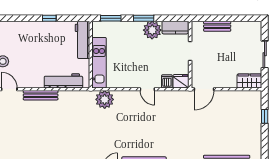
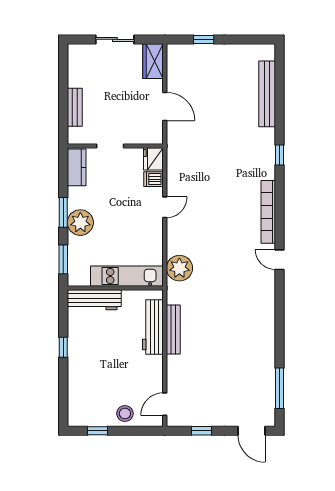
plant: (152, 30) -> (80, 223), moved
door: (204, 89) -> (165, 106), moved
bench: (41, 95) -> (173, 329), moved

